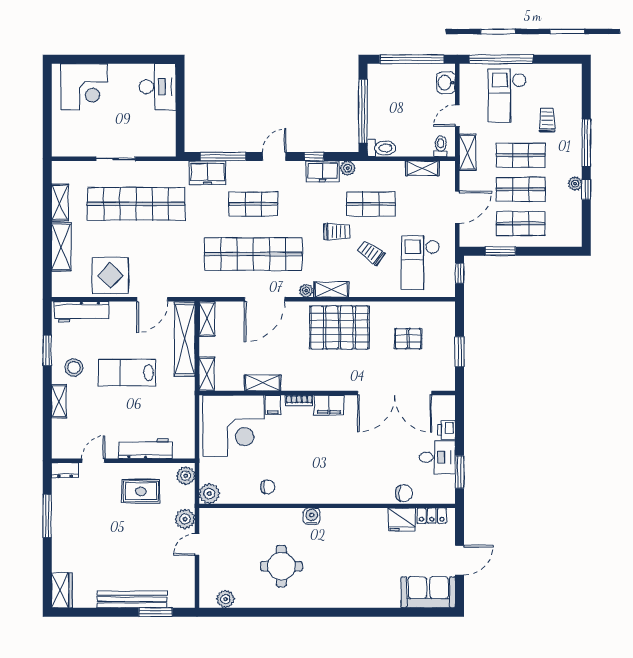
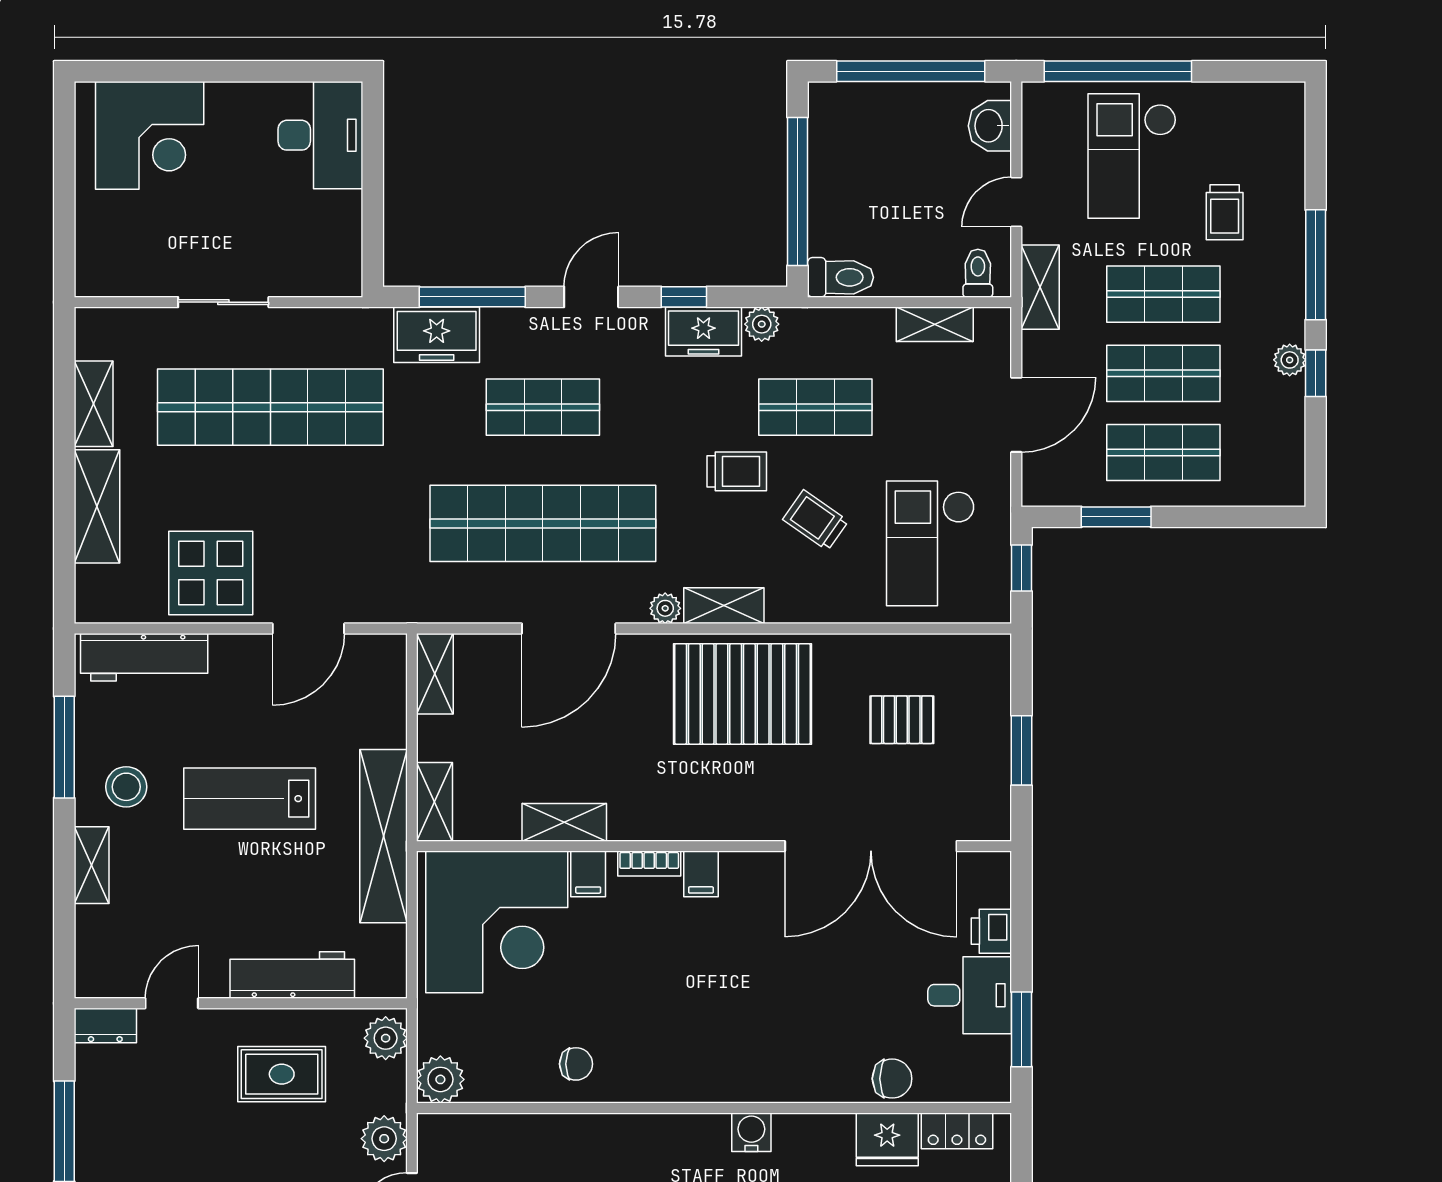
trolley: (547, 120) -> (1225, 212), turned 180
shelving: (185, 339) -> (383, 836), moved
window: (47, 350) -> (64, 747), width x1.44
filing cabinet: (329, 405) -> (701, 874), width x0.50
water cooler: (312, 516) -> (751, 1132), moved

